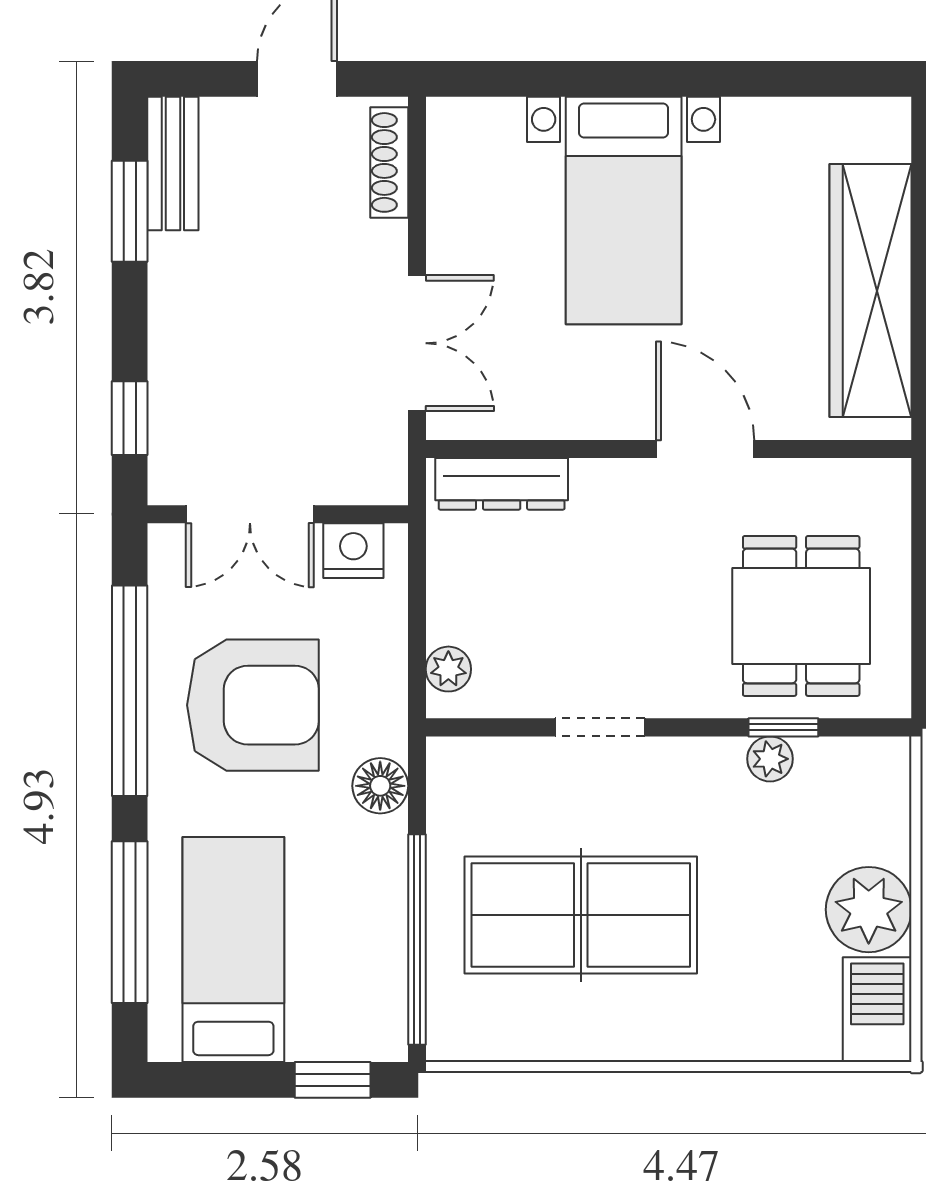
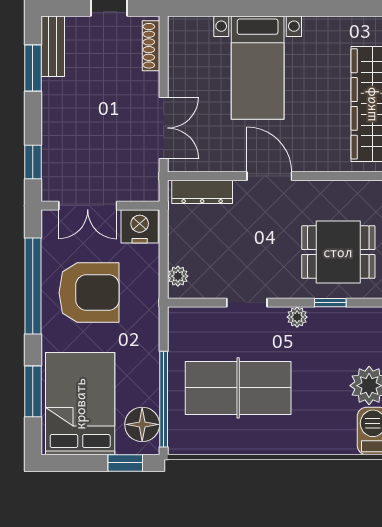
door: (705, 449) -> (269, 176), moved
nightstand: (353, 551) -> (140, 226), width x1.36, depth x1.33
dining table: (801, 616) -> (338, 252), turned 90
plant: (770, 759) -> (297, 317), moved
floor lamp: (380, 786) -> (142, 424), moved, width x1.38, depth x1.38
window: (130, 922) -> (33, 391), width x0.69
bed: (233, 949) -> (80, 404), width x1.50

